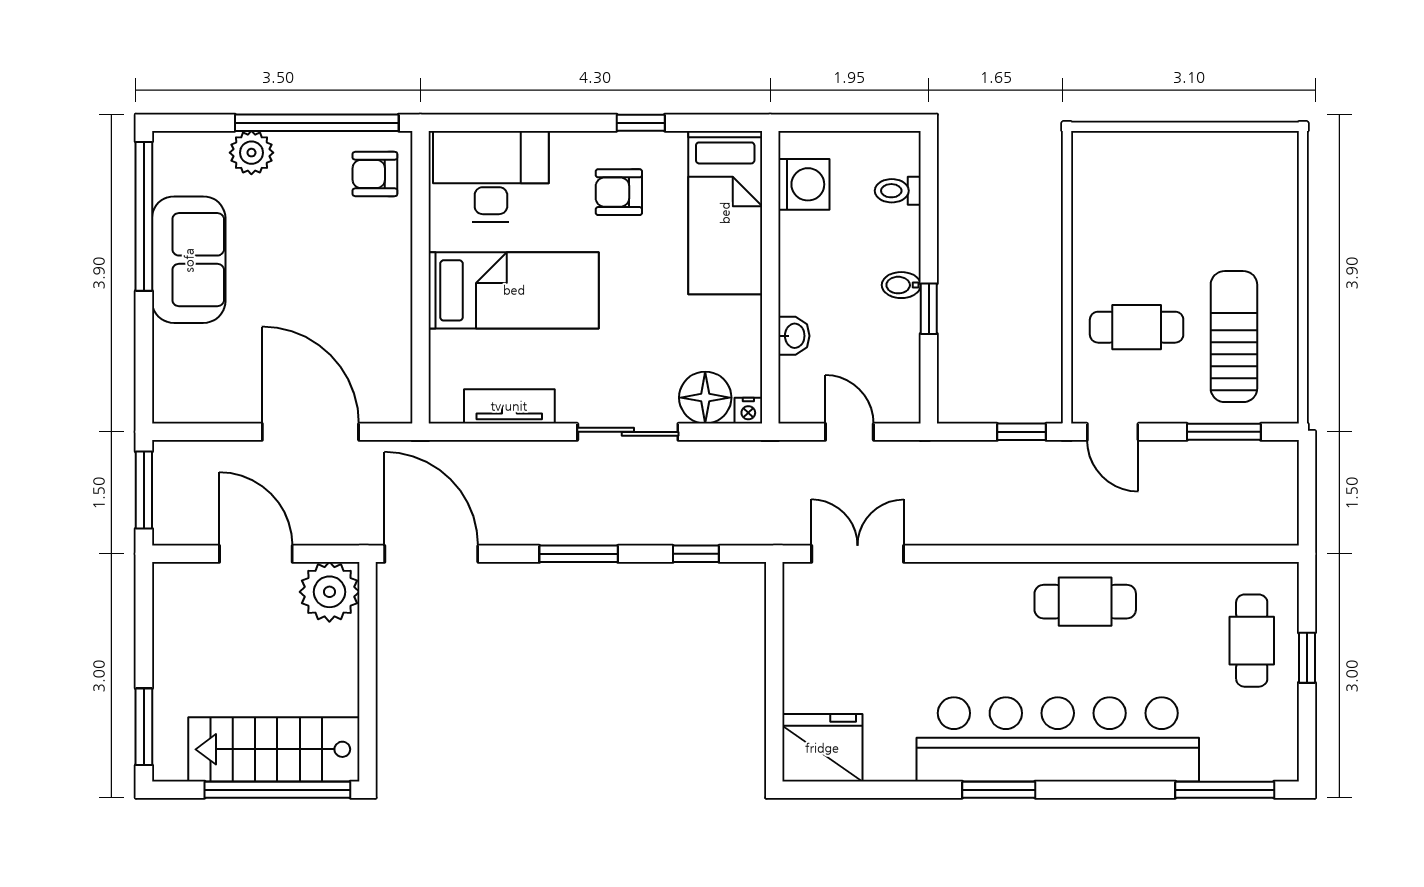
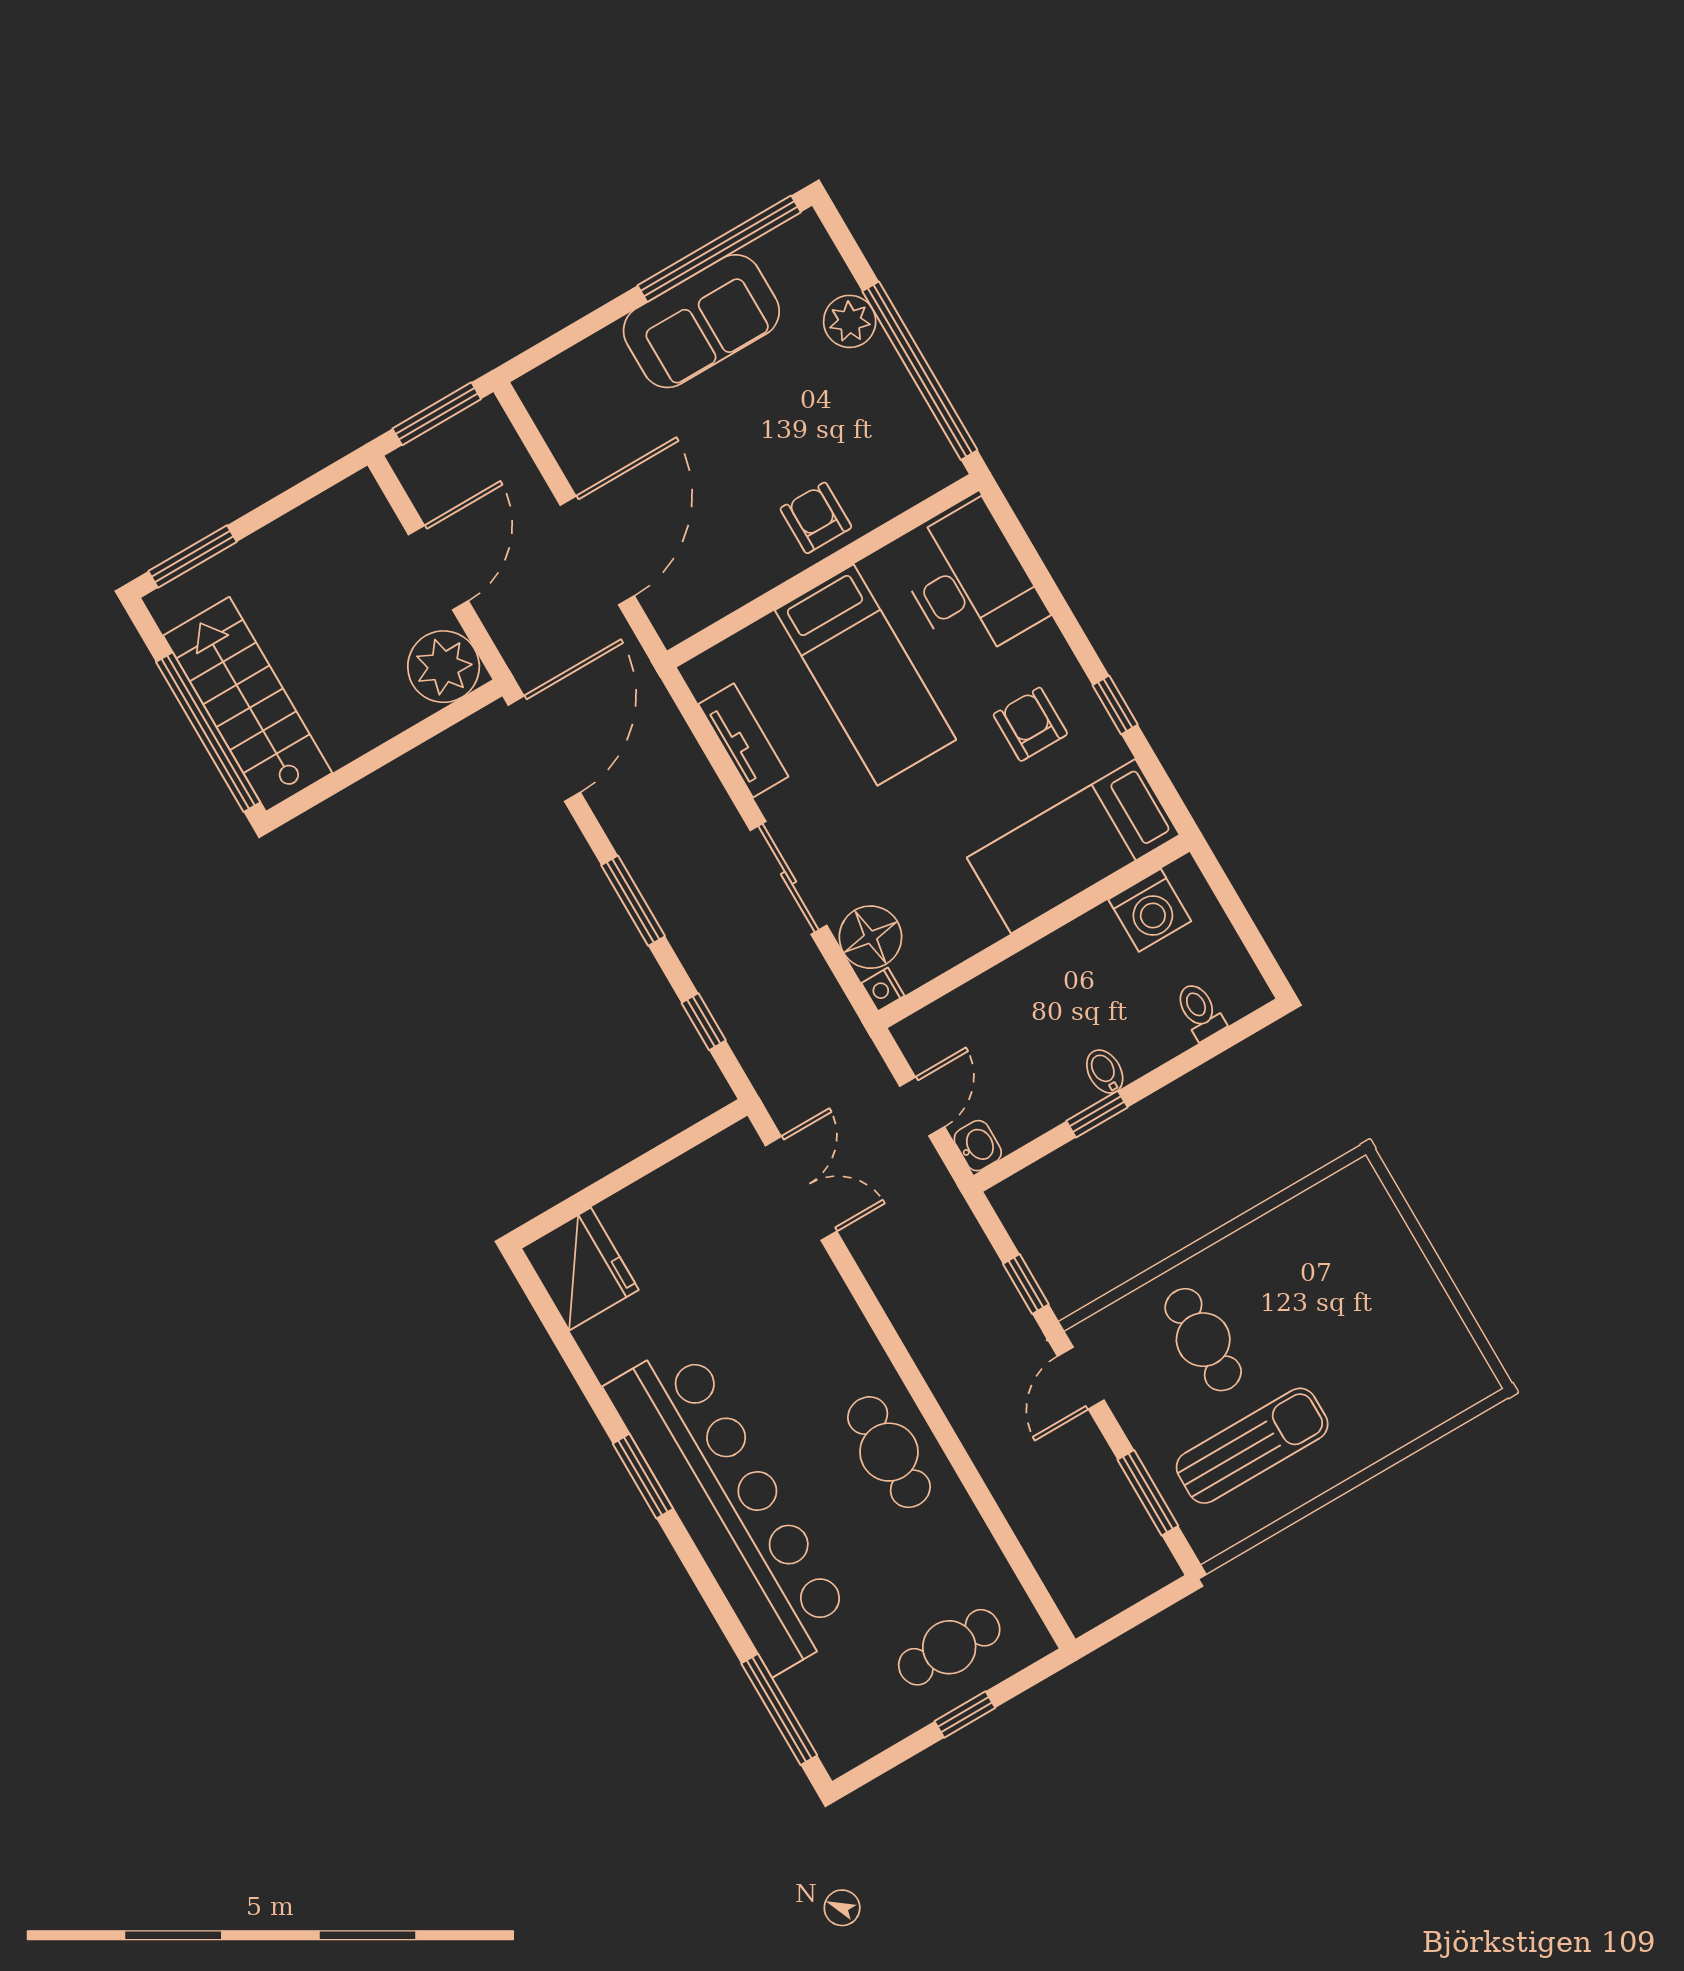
armchair: (375, 174) -> (816, 518), moved
washbasin: (794, 336) -> (978, 1146), moved, turned -90

